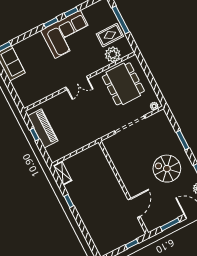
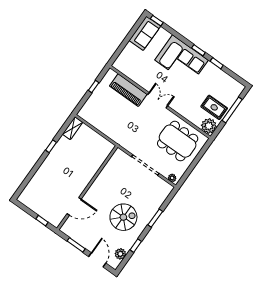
corner sofa: (68, 34) -> (181, 60), moved
plant: (113, 54) -> (209, 126), moved
double door: (77, 83) -> (158, 100), swing flipped
dining table: (123, 84) -> (178, 141), turned 90
piano: (43, 128) -> (128, 90), moved, turned 90
spiral stairs: (167, 169) -> (123, 217), turned 90

